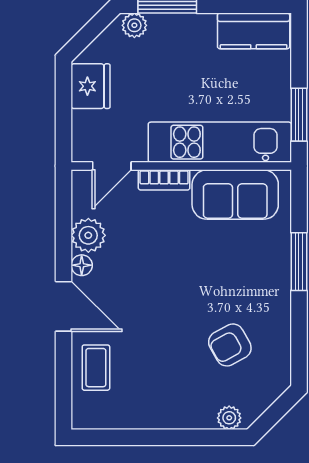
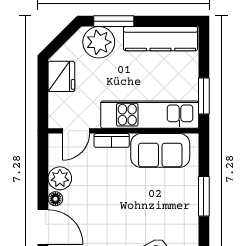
plant: (134, 25) -> (99, 42), width x1.88, depth x1.88
kitchen counter: (254, 31) -> (161, 39), width x1.50

